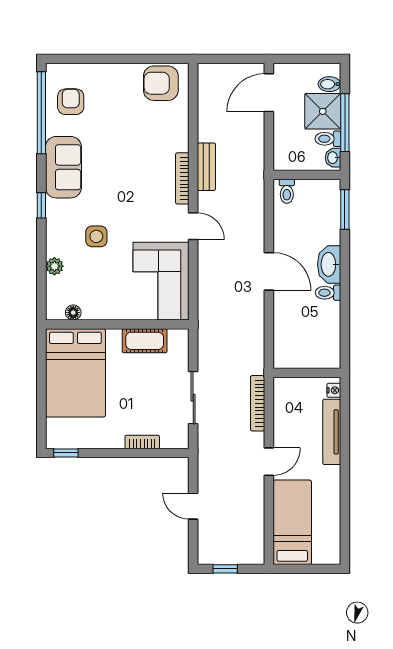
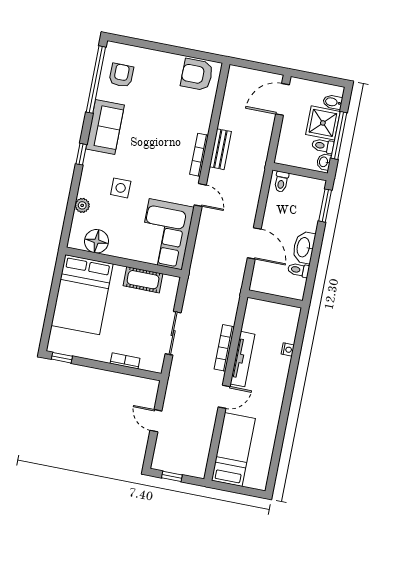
floor lamp: (73, 313) -> (97, 241), width x1.89, depth x1.89
wall: (307, 373) -> (275, 299), moved
tv unit: (332, 432) -> (243, 359), moved, turned 180

